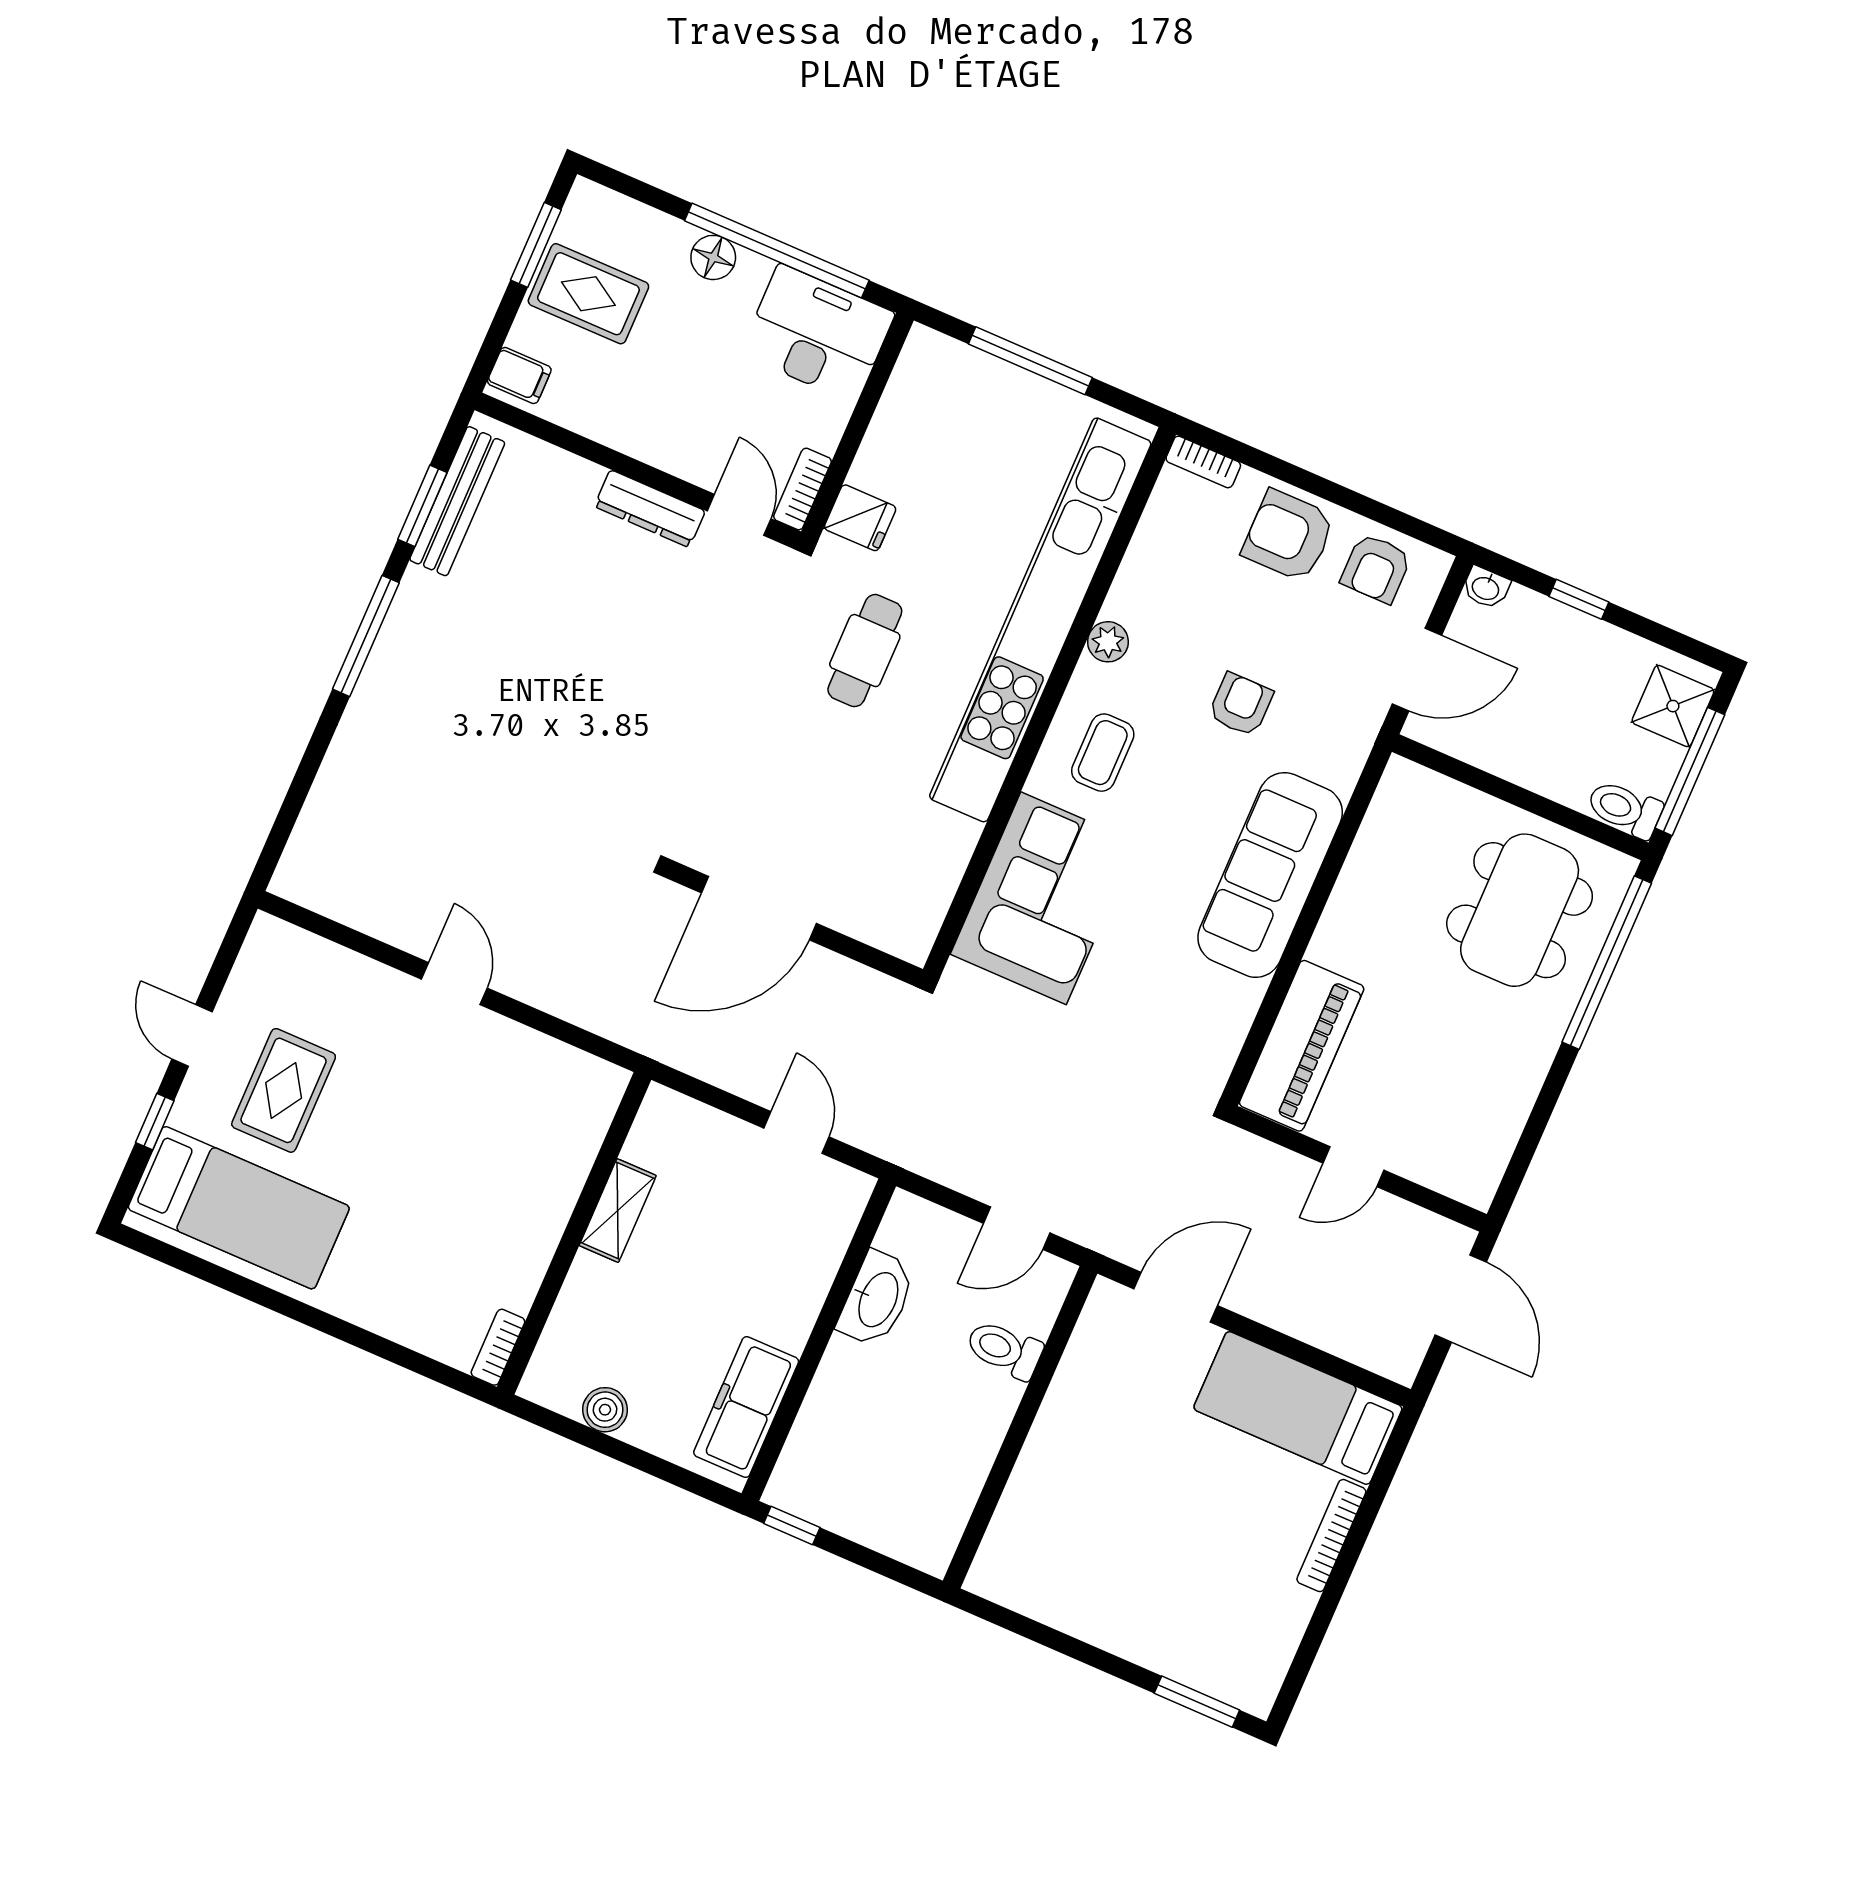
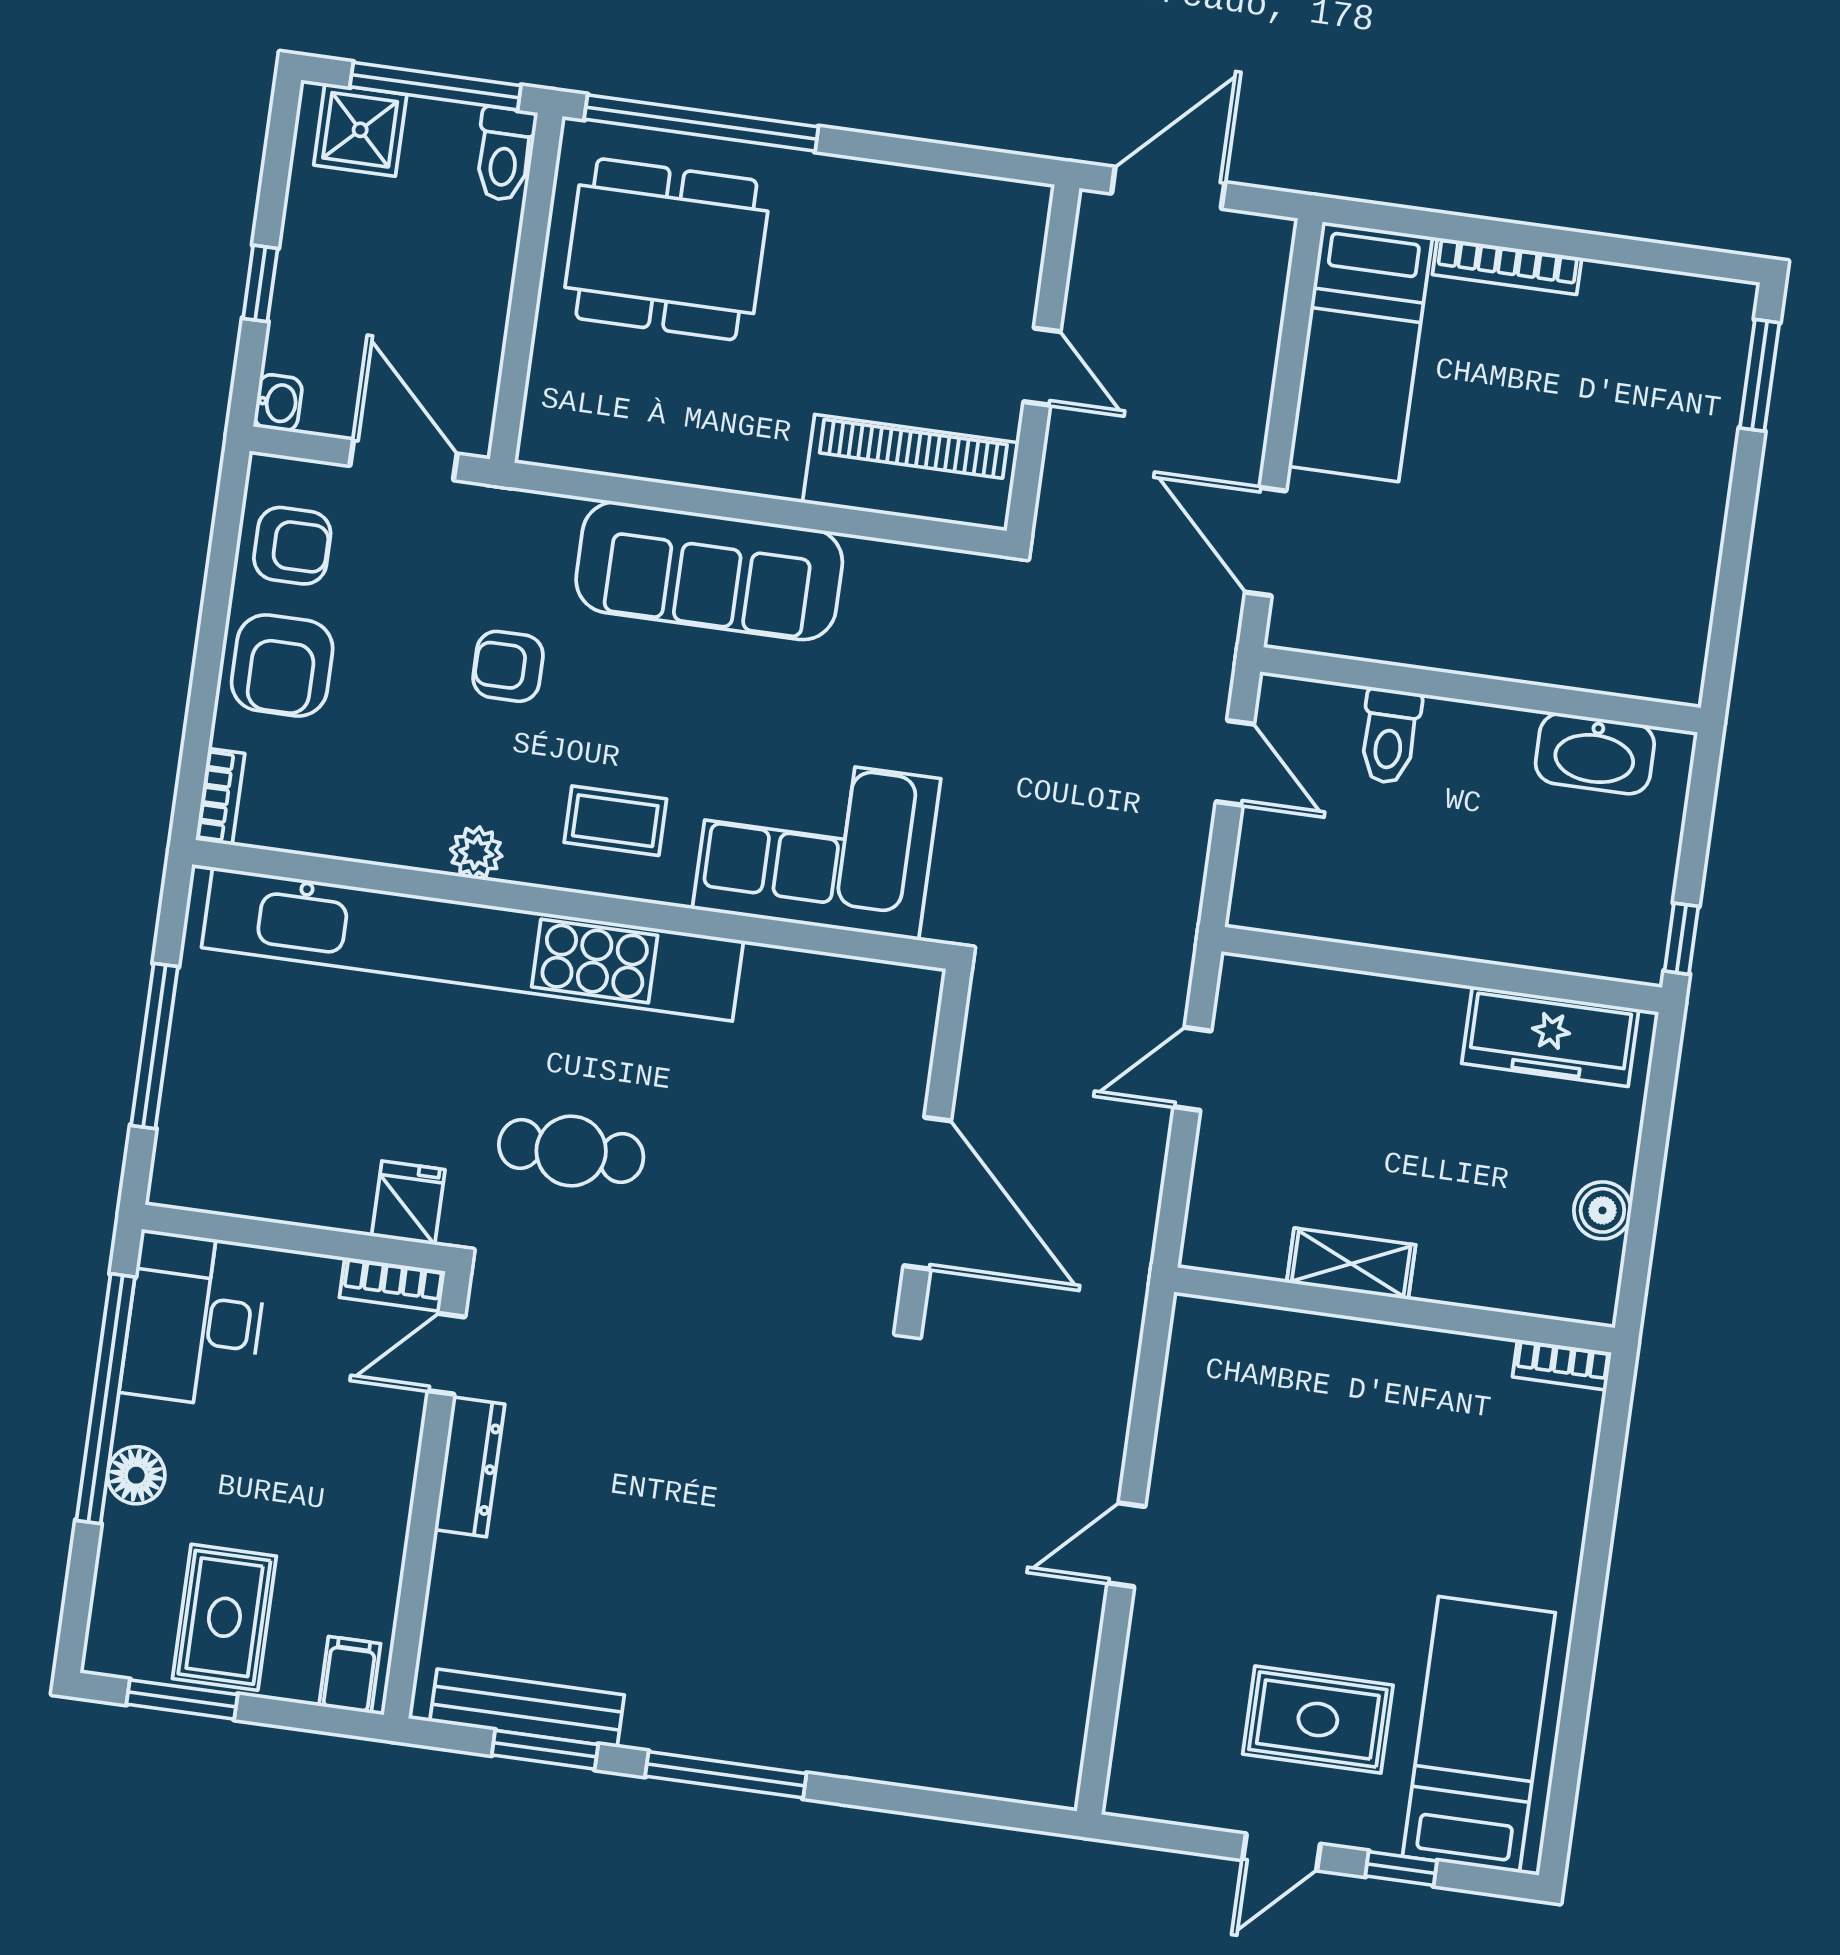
washbasin: (877, 1299) -> (1595, 754), moved, turned 180

